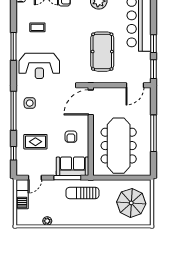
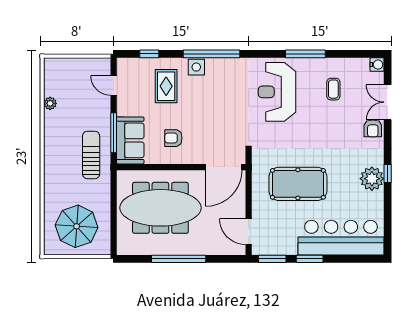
door: (91, 102) -> (224, 167), swing flipped
side table: (30, 103) -> (196, 67), moved
barbecue: (22, 200) -> (81, 67), removed

